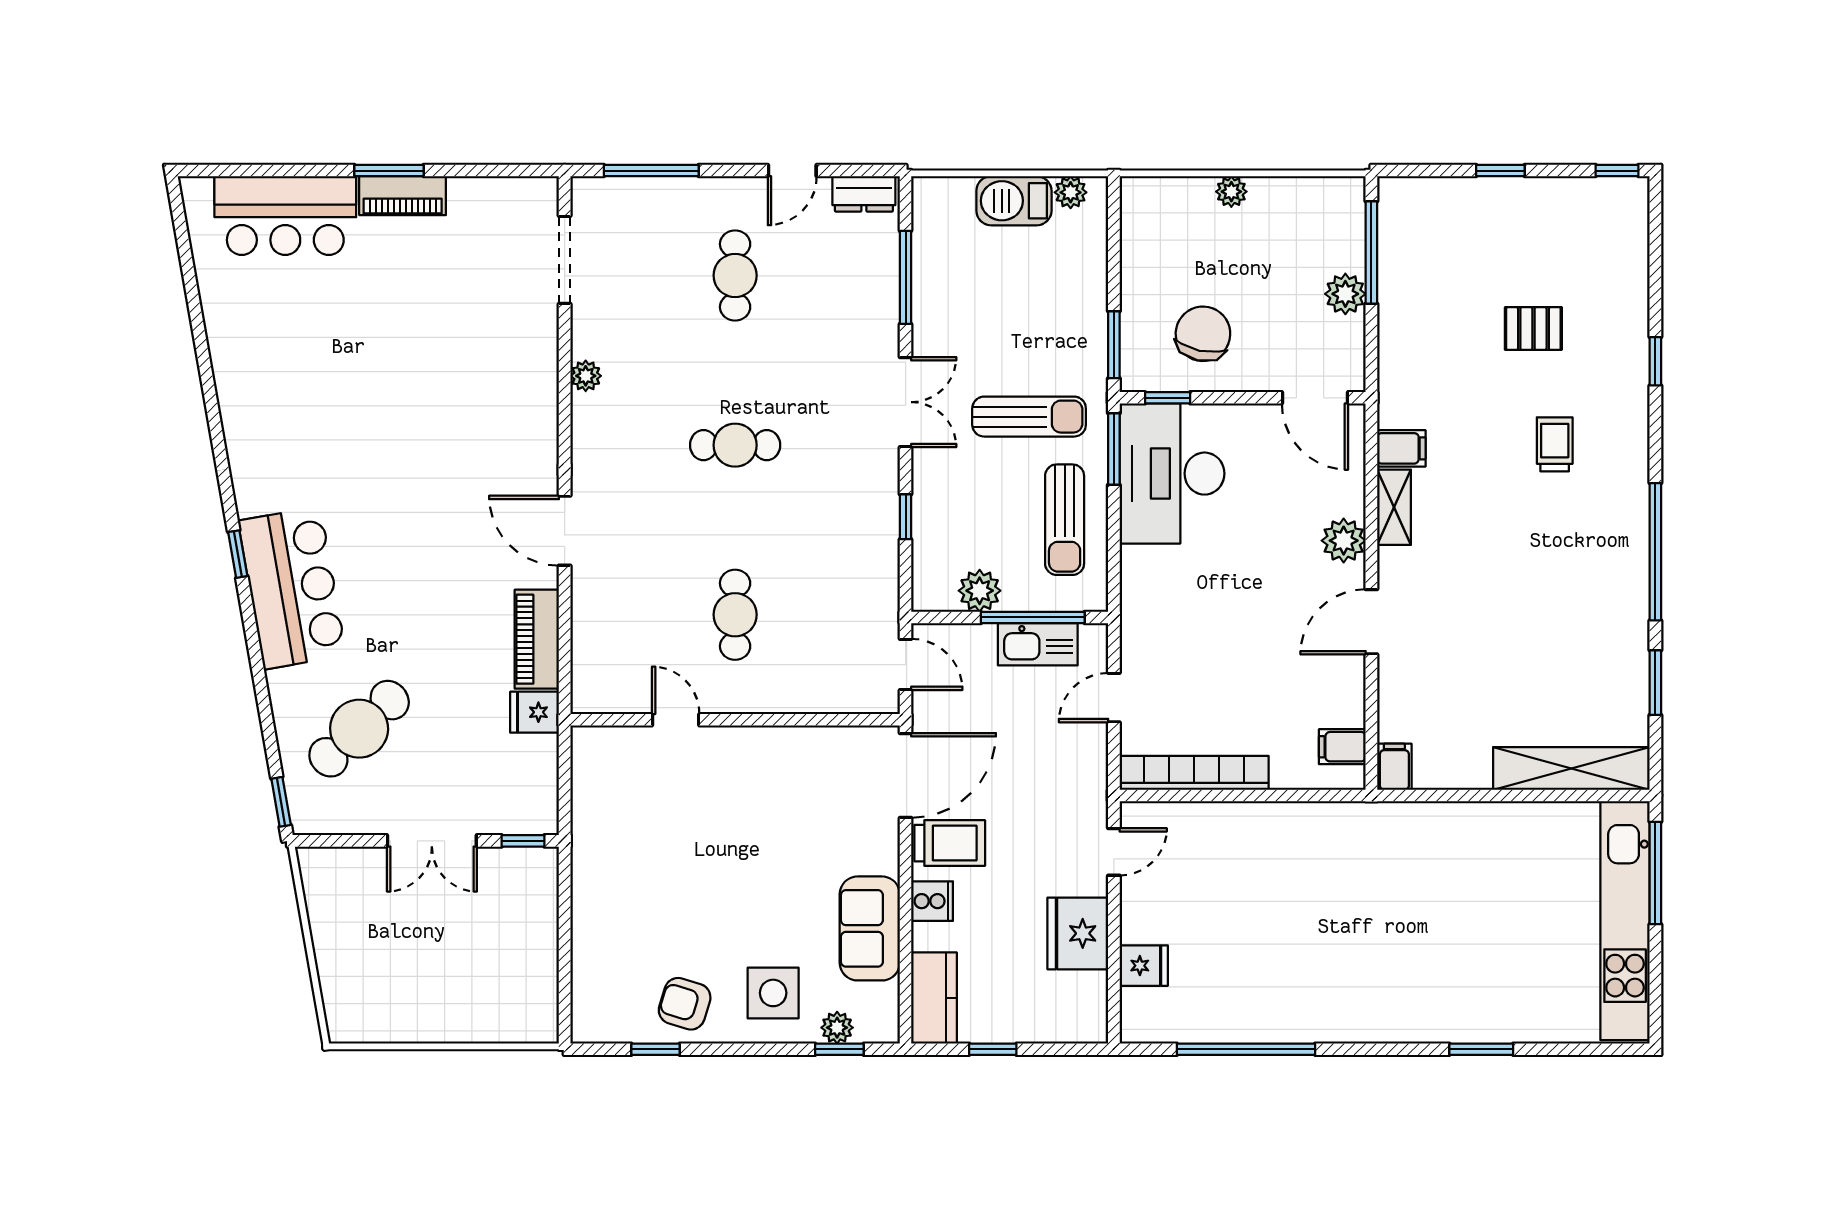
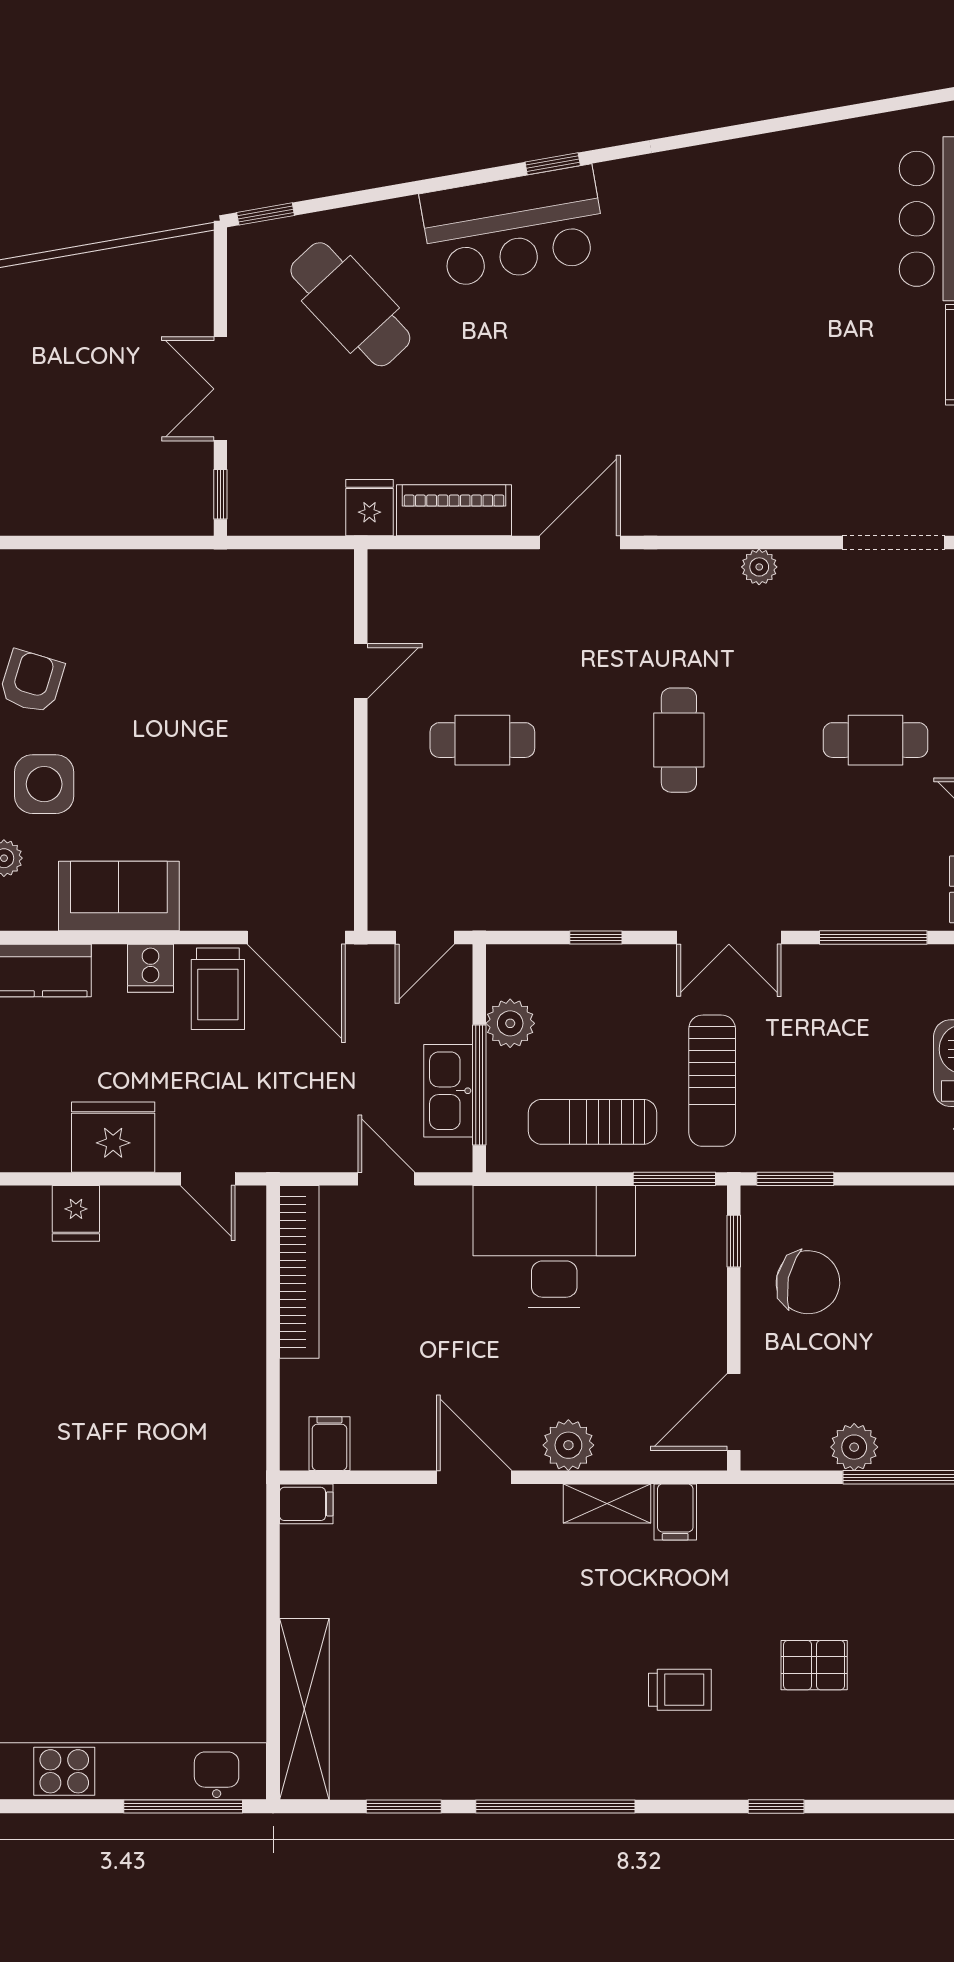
pallet: (1533, 329) -> (814, 1665), turned 90
desk: (1172, 474) -> (554, 1246), moved

